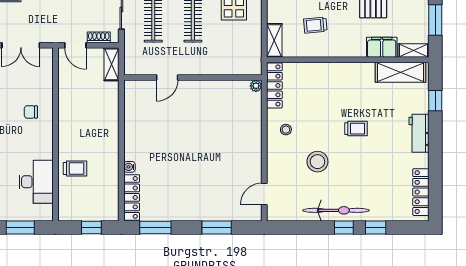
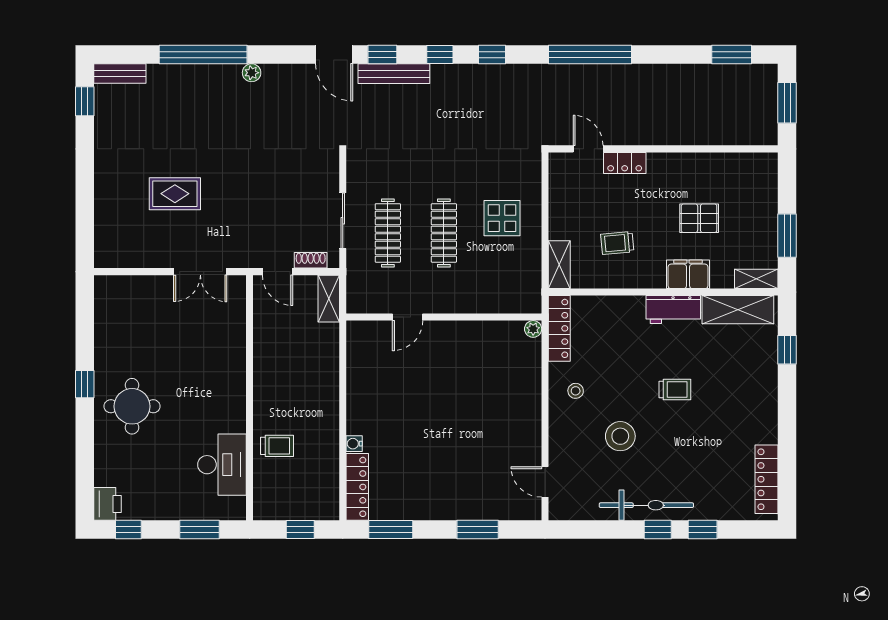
filing cabinet: (382, 47) -> (688, 274), moved
chair: (31, 112) -> (215, 366), removed
workbench: (419, 133) -> (673, 309), moved, turned -90
door: (264, 194) -> (545, 482), hinge flipped

